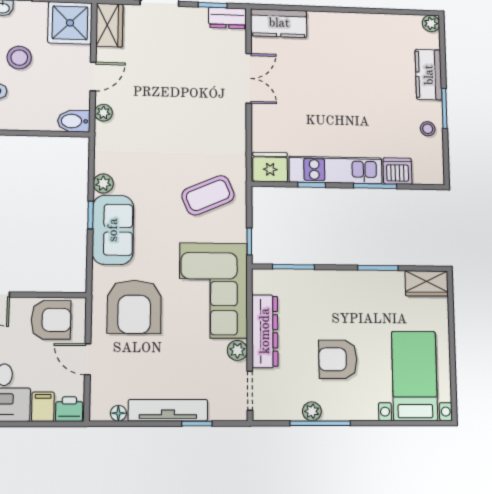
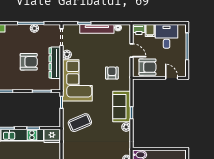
armchair: (134, 307) -> (112, 73), width x0.53, depth x0.53
armchair: (51, 320) -> (147, 67), turned 180
armchair: (338, 359) -> (29, 62), moved

